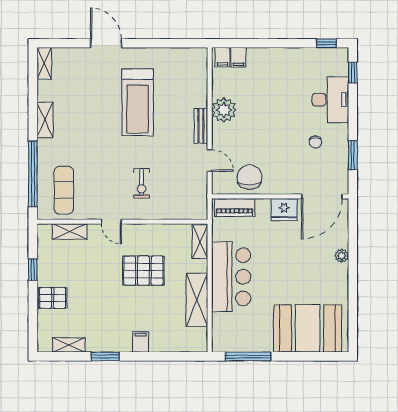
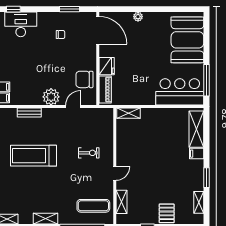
desk: (330, 100) -> (21, 24), moved
treadmill: (138, 102) -> (34, 156), turned 180
plant: (224, 110) -> (51, 97), moved
bench: (201, 126) -> (29, 112), moved
fridge: (284, 210) -> (107, 66), moved
pallet: (143, 271) -> (148, 152), removed
bar counter: (231, 277) -> (180, 92), moved
shelving: (197, 300) -> (196, 129), moved, turned 90

